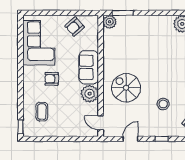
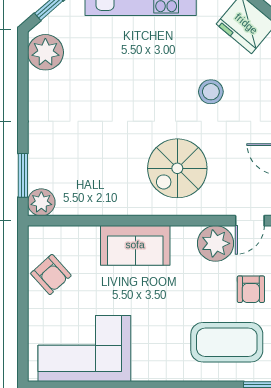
armchair: (52, 79) -> (251, 289), moved
plant: (90, 94) -> (216, 243), moved
coffee table: (42, 112) -> (227, 342), width x1.86, depth x1.72

